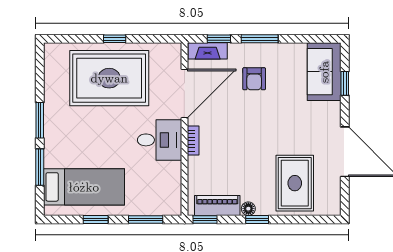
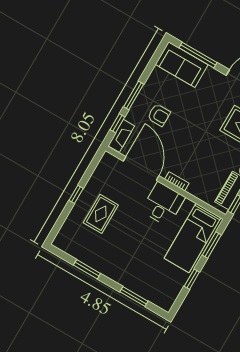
rug: (109, 78) -> (101, 214), width x0.54, depth x0.49
window: (345, 83) -> (198, 55), width x2.17
window: (40, 120) -> (87, 269), moved
bed: (84, 187) -> (193, 238), moved, turned 180

